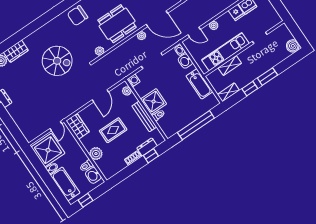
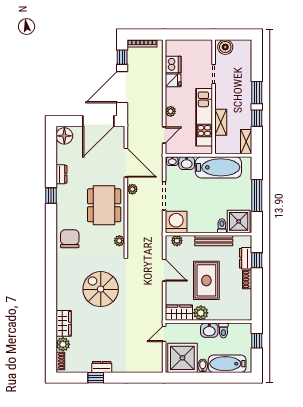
chair: (78, 16) -> (70, 239), turned 180
door: (157, 19) -> (126, 163), hinge flipped
boiler: (293, 46) -> (225, 47), moved
spiral stairs: (57, 61) -> (101, 289), turned -90
washing machine: (134, 80) -> (176, 222), width x1.89, depth x1.89
bathtub: (199, 84) -> (218, 167), width x1.36, depth x1.36
shower: (154, 102) -> (239, 221), moved
window: (196, 125) -> (257, 196), width x0.68
door: (56, 126) -> (164, 334), swing flipped
rug: (113, 130) -> (206, 280), width x1.36, depth x1.43
plant: (96, 154) -> (201, 313), moved
washbasin: (93, 175) -> (209, 330), moved
window: (85, 200) -> (257, 341), moved

